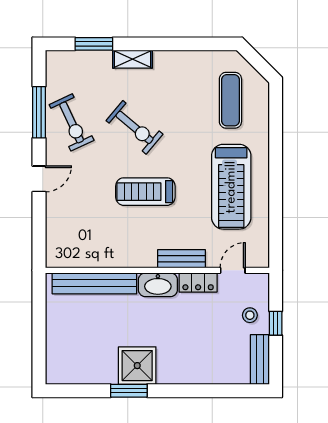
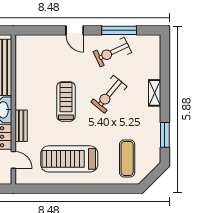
window: (94, 44) -> (165, 135), moved
exercise mat: (230, 100) -> (127, 158), turned 90

